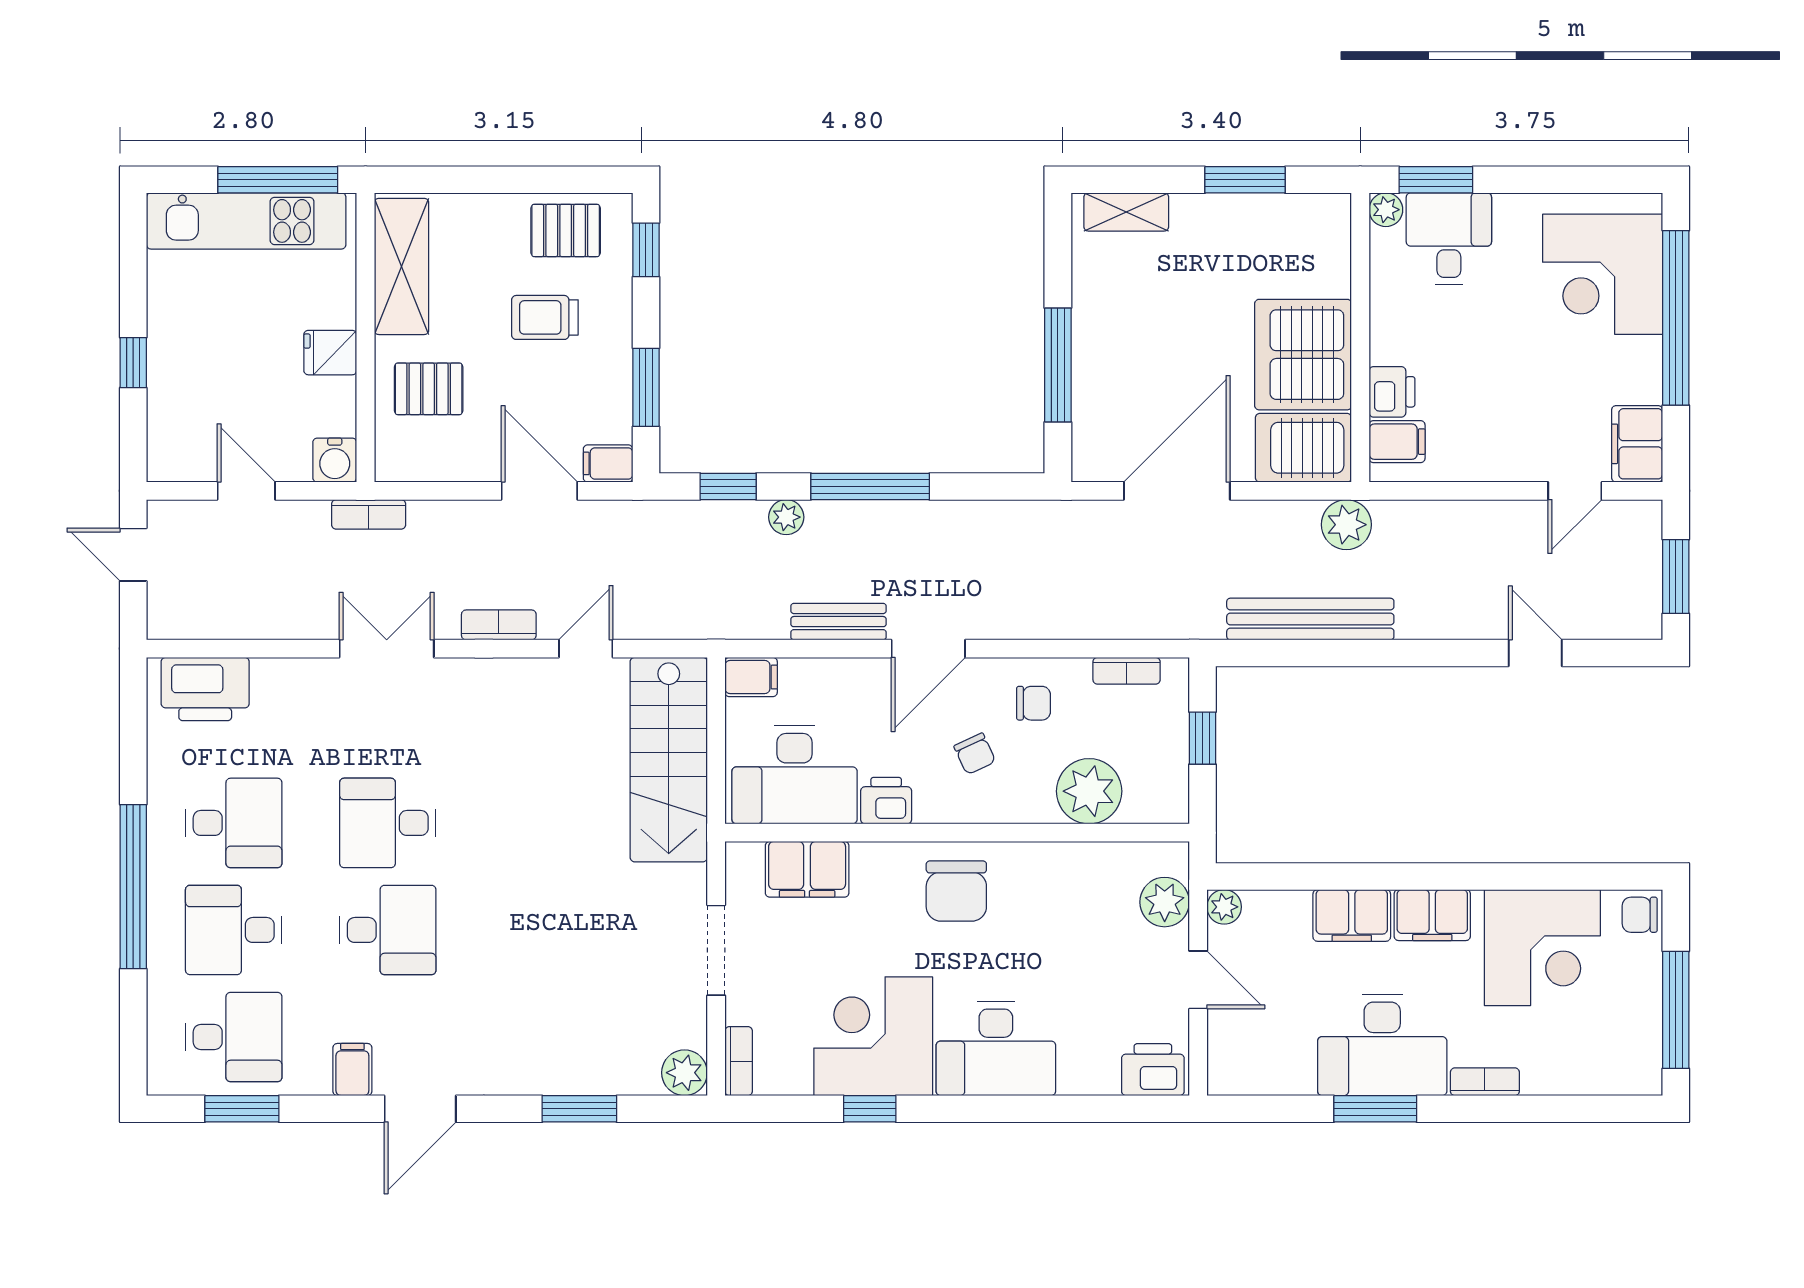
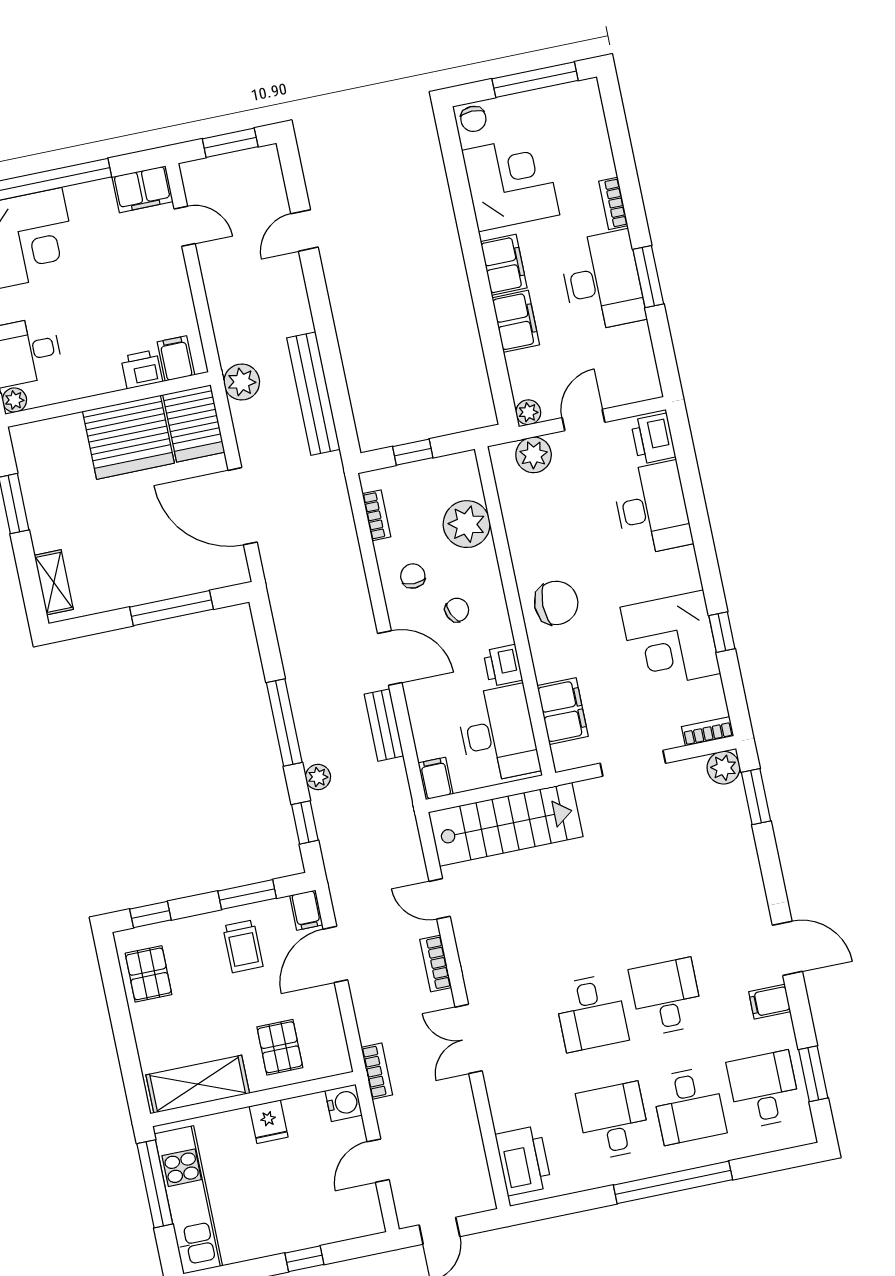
trolley: (545, 317) -> (243, 946), moved
desk: (996, 1049) -> (652, 508), moved
window: (579, 1109) -> (756, 797), moved

